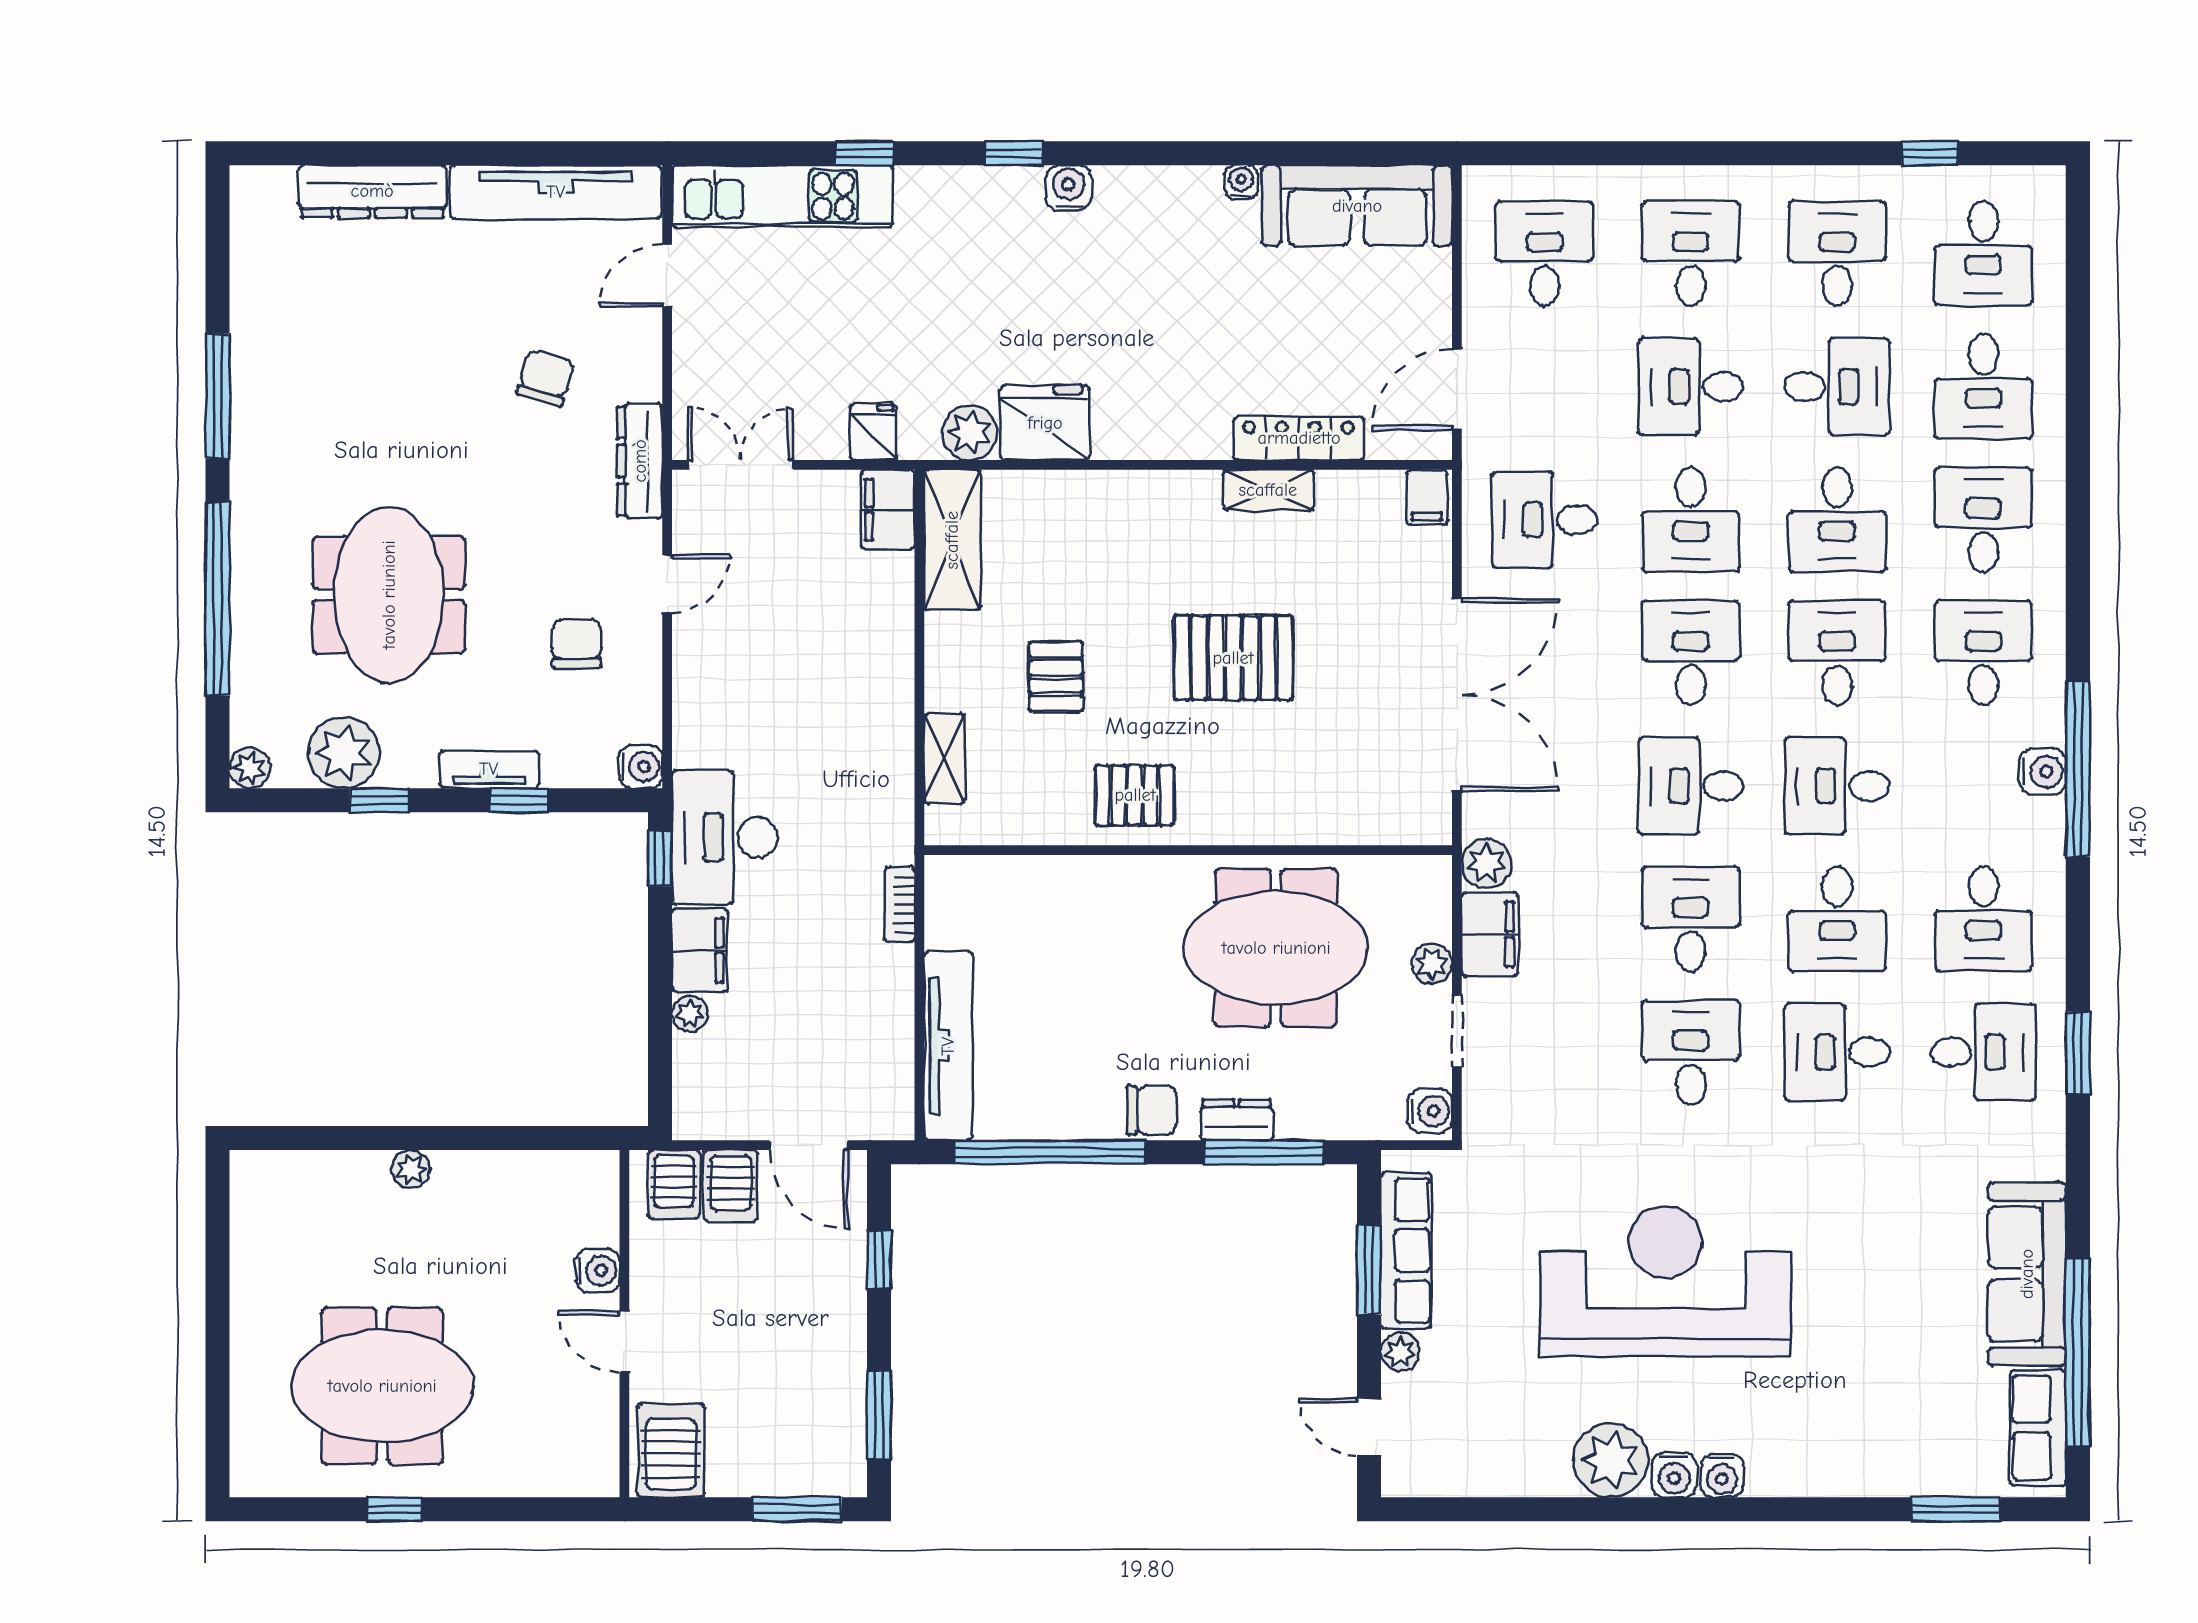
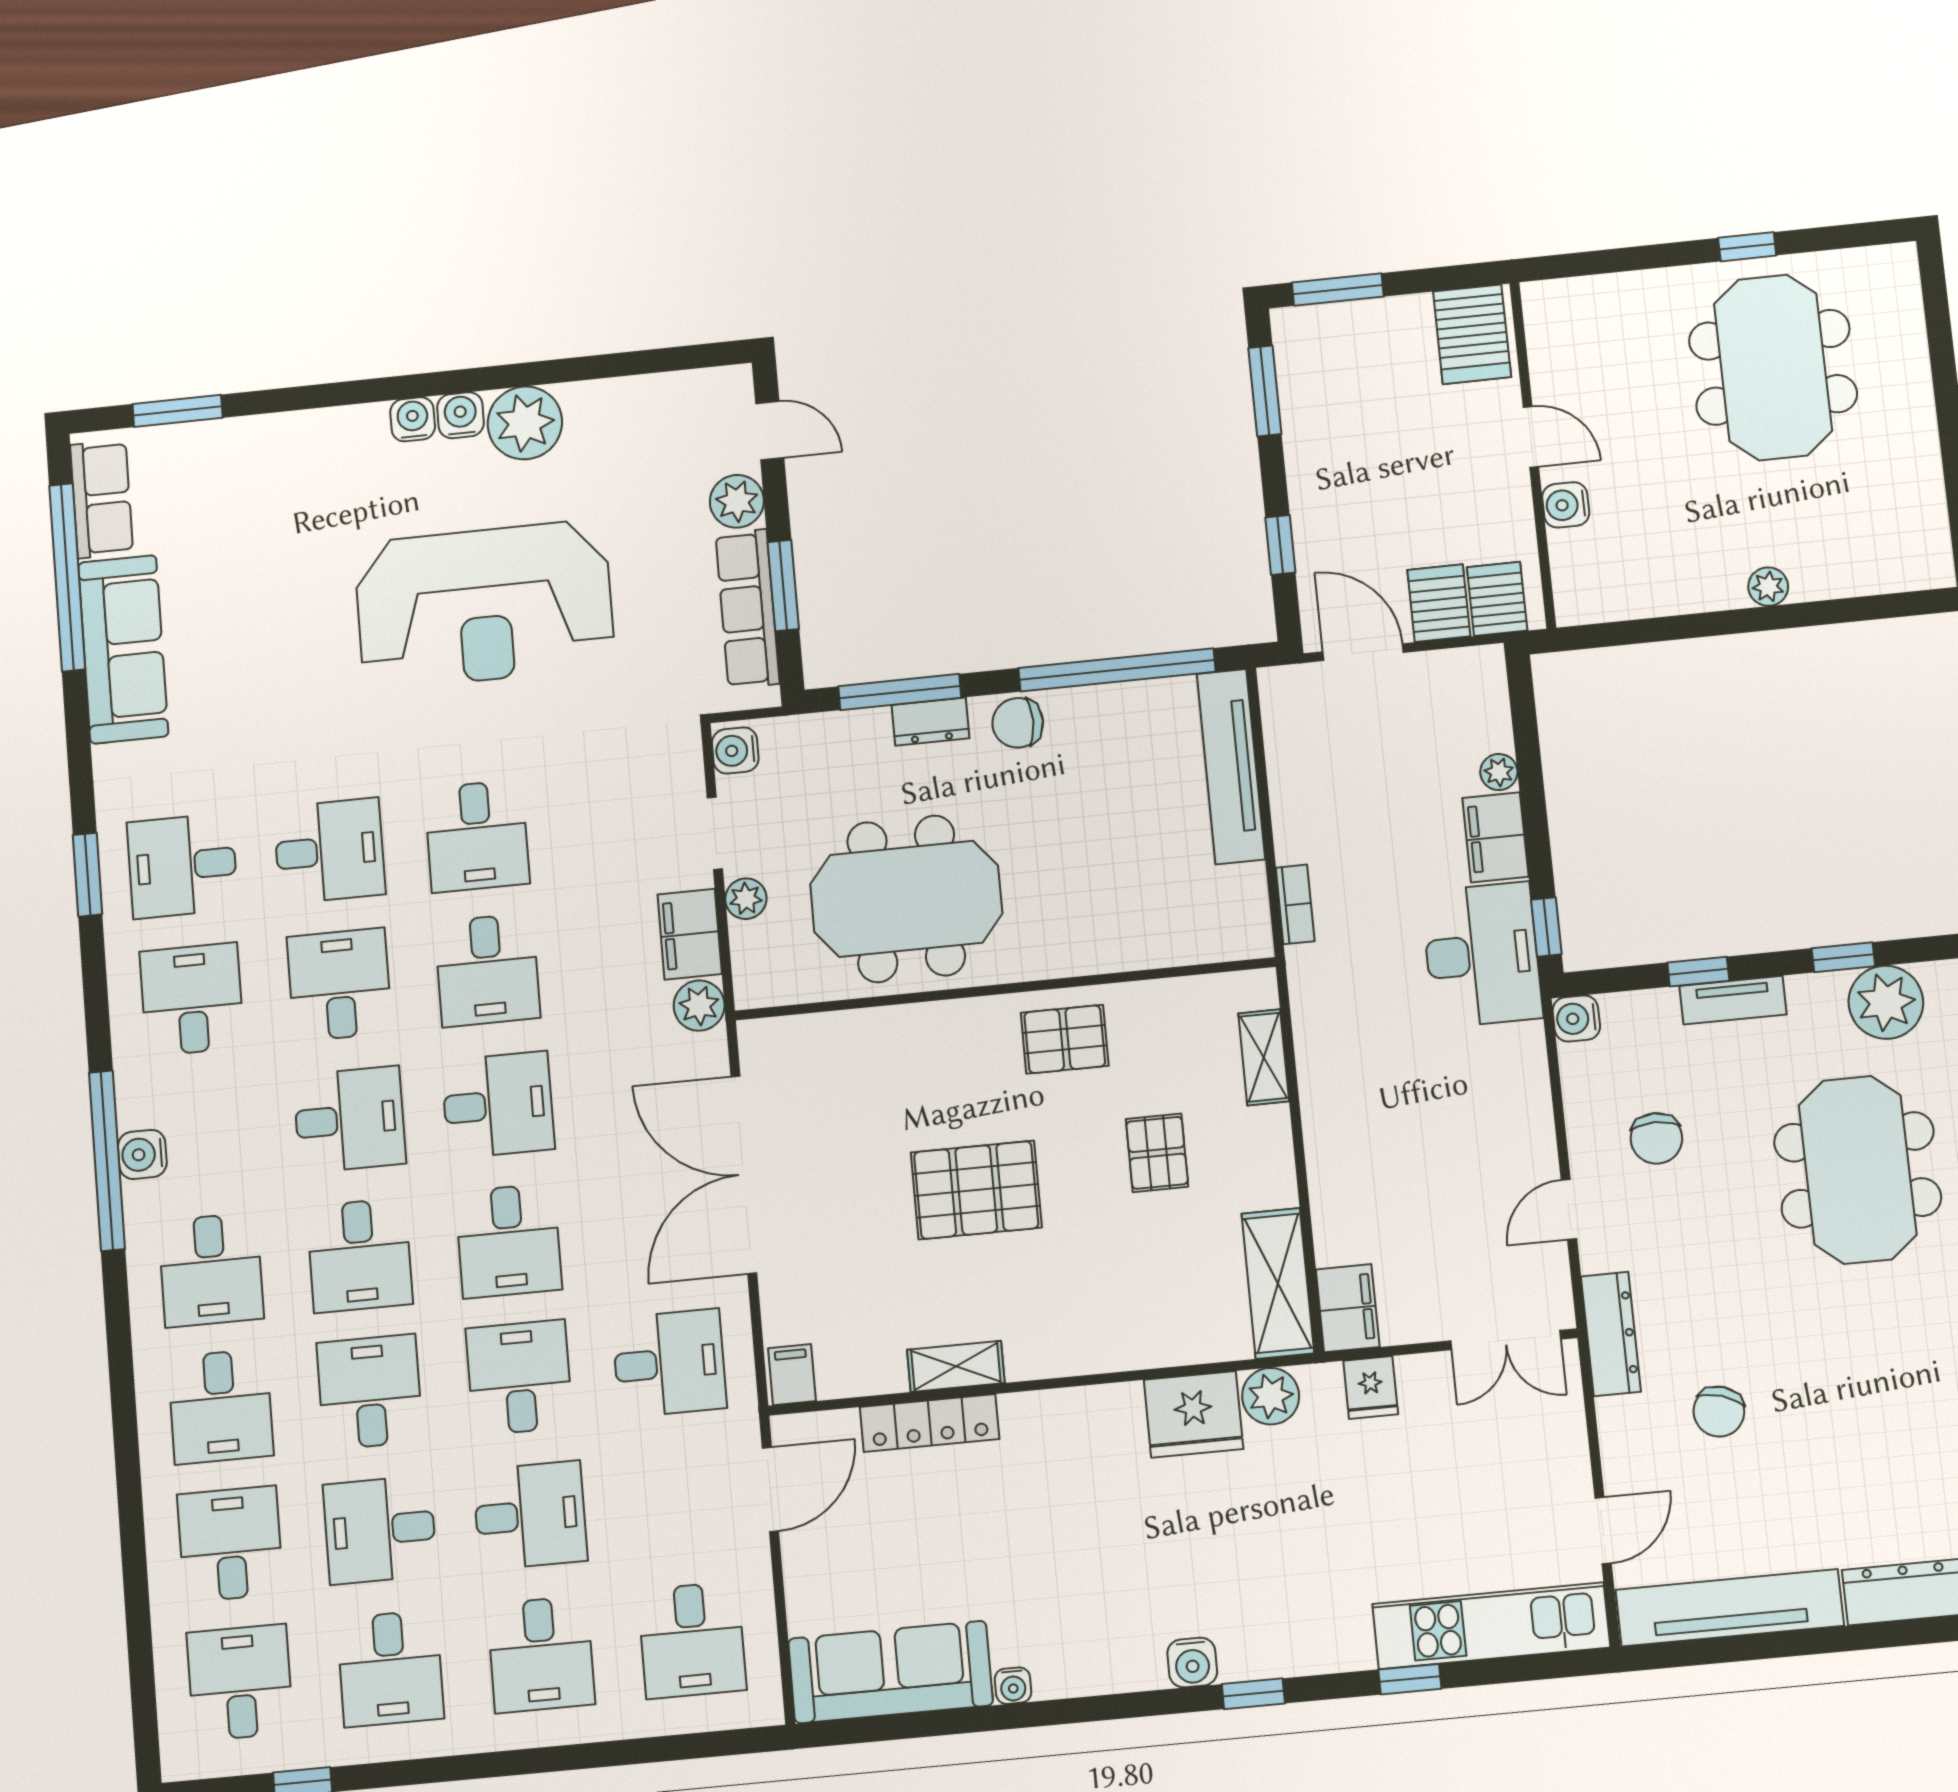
plant: (1400, 1352) -> (737, 501), width x1.38, depth x1.38
meeting table: (382, 1386) -> (1773, 367), turned 90

